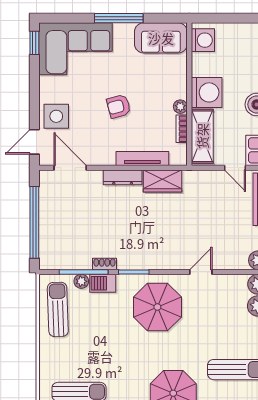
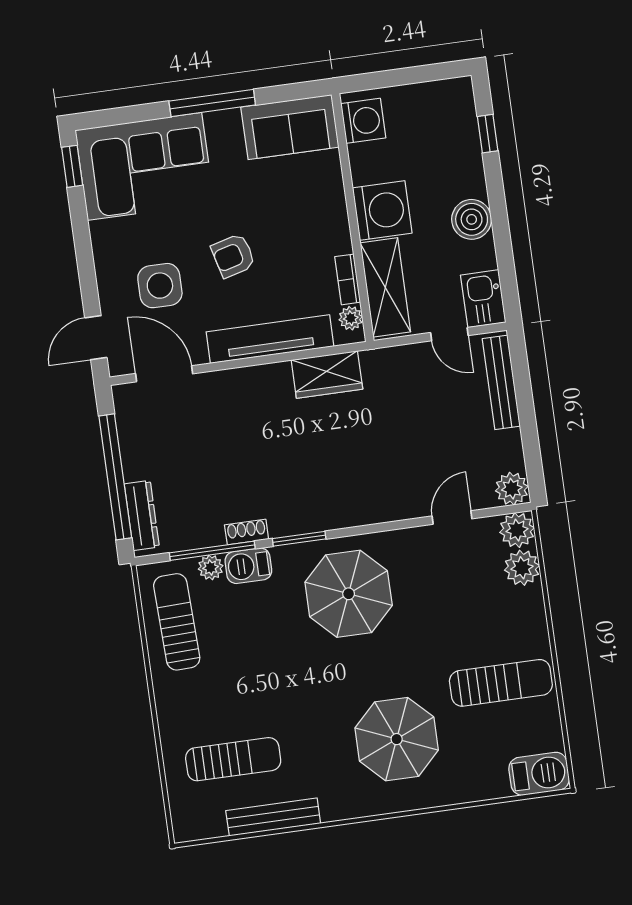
plant: (180, 107) -> (351, 318), moved
side table: (56, 116) -> (160, 286), moved
tv unit: (142, 159) -> (270, 339), width x1.36, depth x1.29
dresser: (123, 177) -> (142, 515), moved, turned -90
door: (201, 272) -> (452, 517), moved

